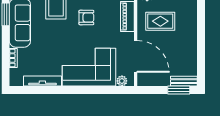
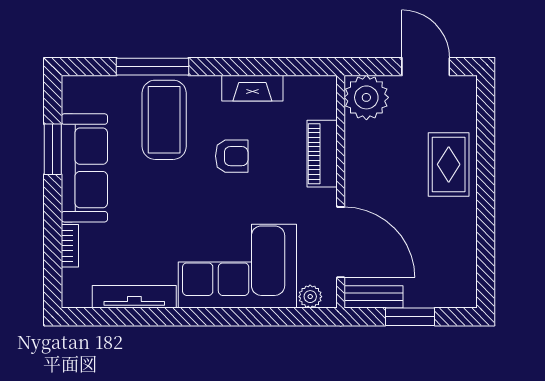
rug: (160, 21) -> (449, 164), moved, turned 90
bench: (184, 81) -> (373, 297), moved
window: (179, 90) -> (410, 317), moved

